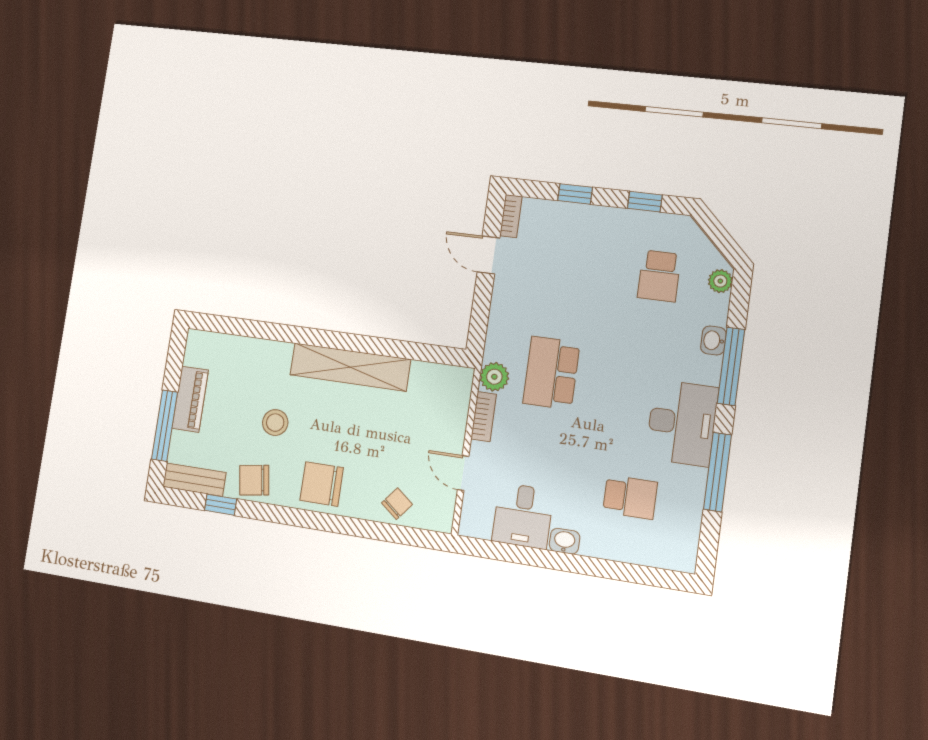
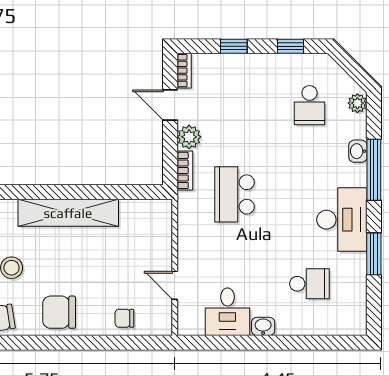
plant: (494, 377) -> (189, 137), moved
bookcase: (484, 417) -> (185, 170), moved
window: (718, 472) -> (374, 254), width x0.69
chair: (397, 504) -> (124, 318), turned -129

